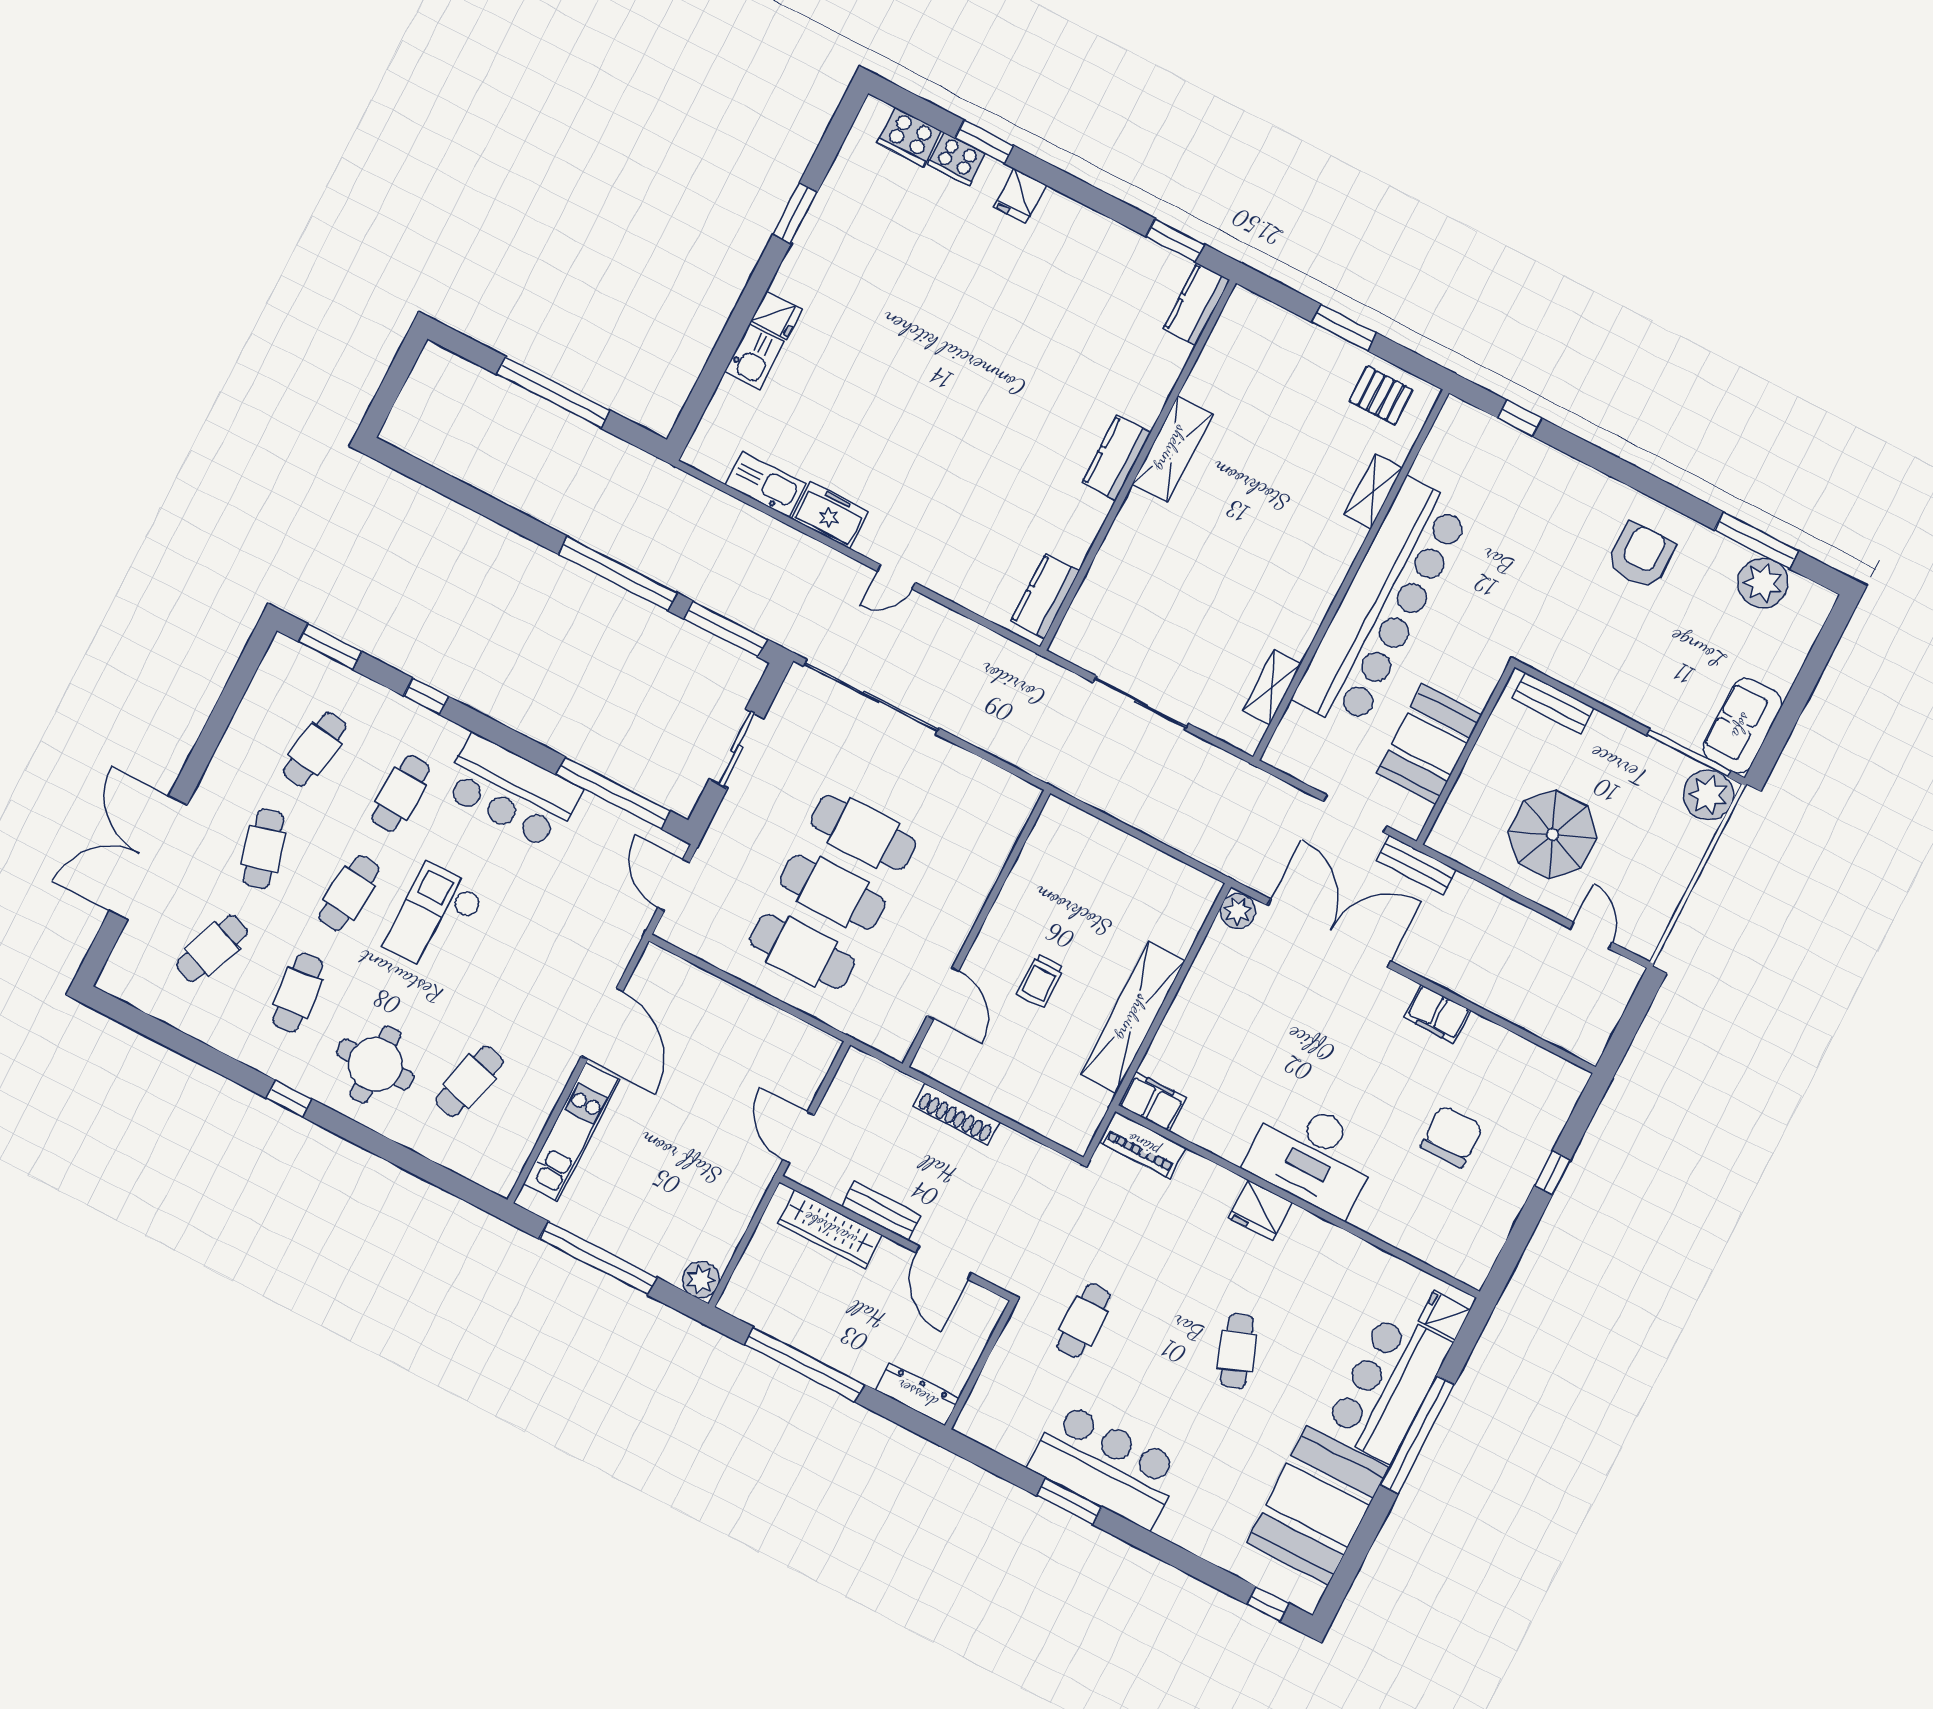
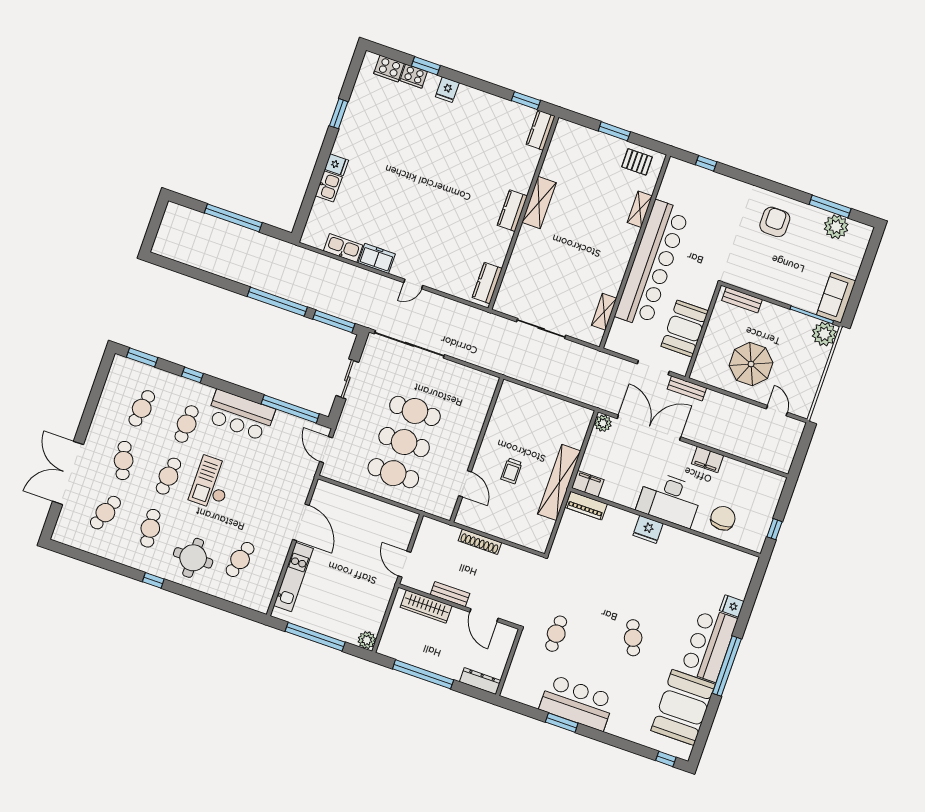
filing cabinet: (1152, 1101) -> (588, 484), moved
piano: (1143, 1145) -> (586, 506), moved
desk: (1312, 1156) -> (670, 499), moved
wall: (1297, 1201) -> (665, 522), moved
fridge: (1260, 1210) -> (648, 529), moved

